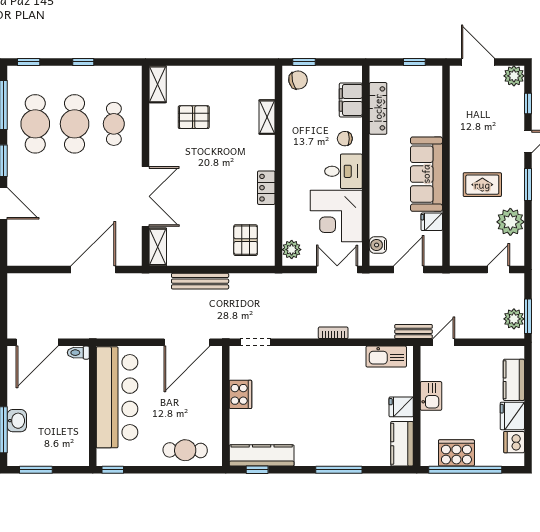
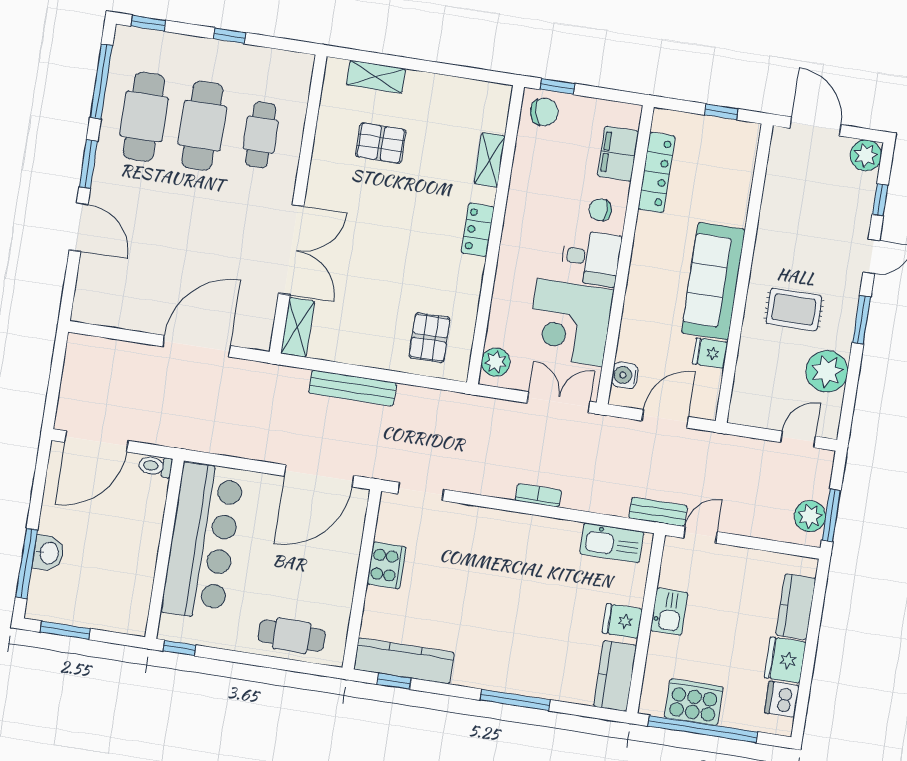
shelving: (158, 84) -> (376, 77), moved, turned 90
locker: (266, 188) -> (478, 230), moved

